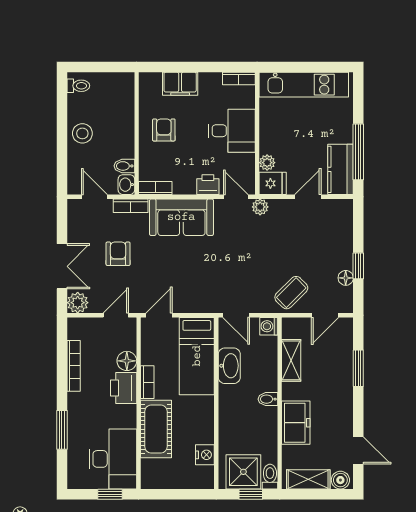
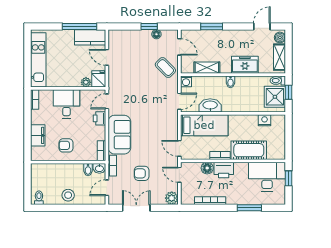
plant: (260, 207) -> (113, 87), removed
double door: (62, 266) -> (136, 208), moved

